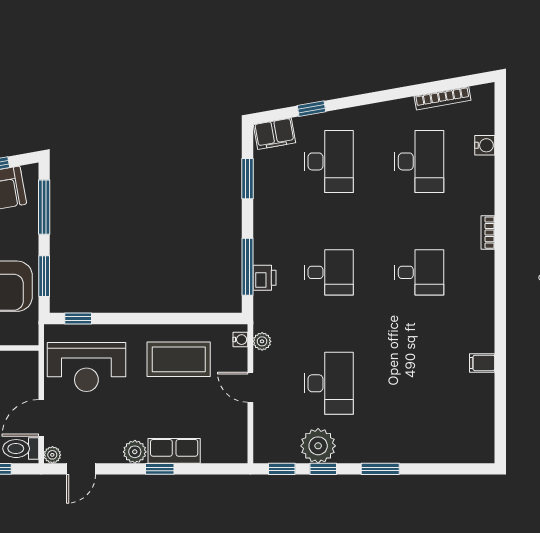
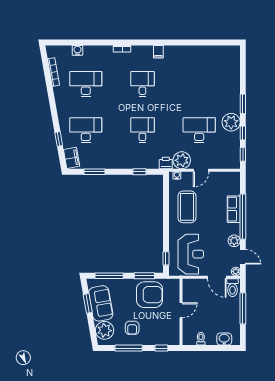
window: (247, 267) -> (140, 172), width x0.46
printer: (265, 278) -> (166, 163), moved
plant: (262, 341) -> (182, 160), width x1.87, depth x1.87
filing cabinet: (482, 363) -> (158, 52), moved
plant: (318, 446) -> (231, 122), moved
plant: (135, 452) -> (234, 241), moved
window: (160, 469) -> (243, 217), width x3.17

